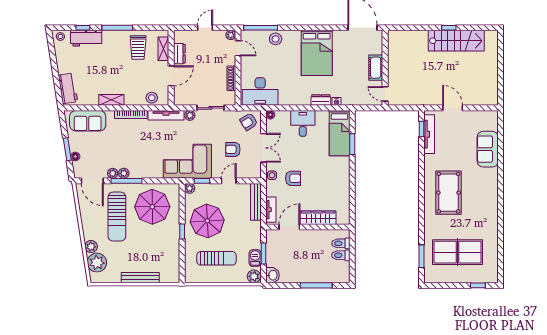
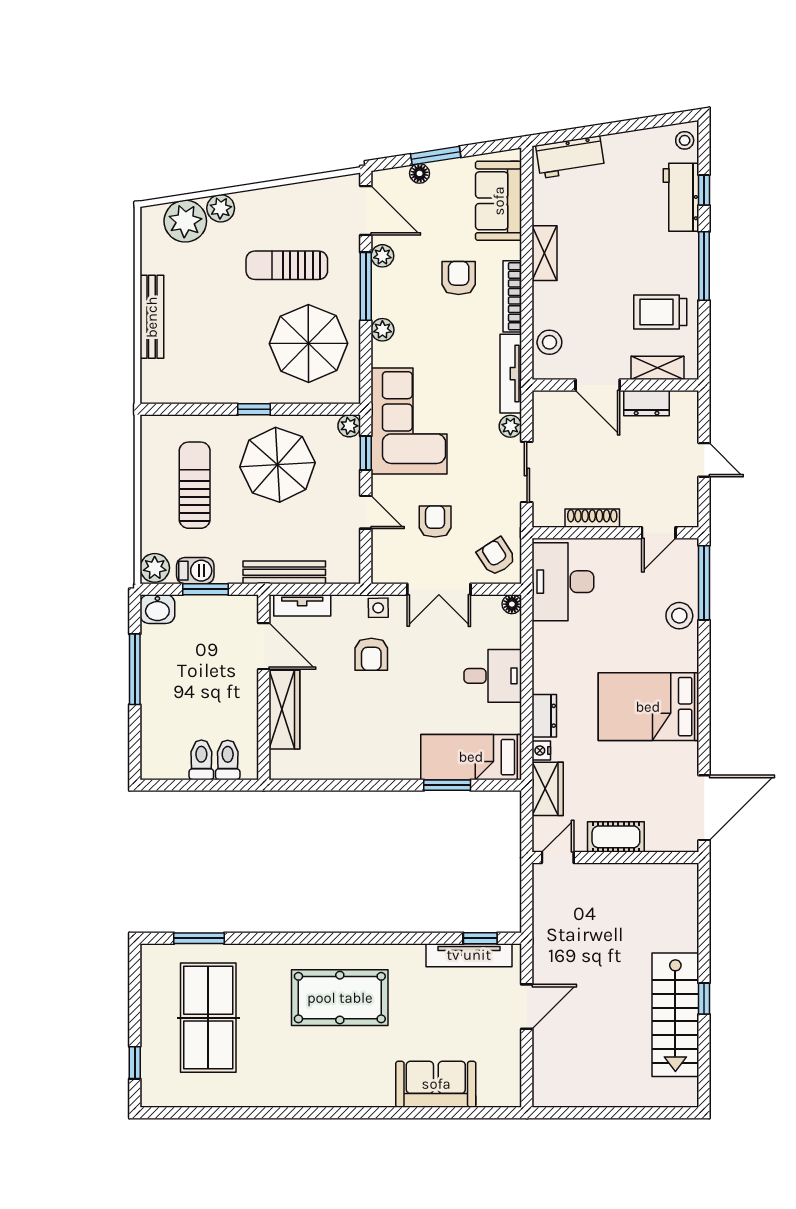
plant: (231, 35) -> (688, 517), removed
wardrobe: (354, 98) -> (548, 789), added
armchair: (123, 139) -> (459, 278), added
plant: (124, 173) -> (382, 330), moved
door: (92, 181) -> (366, 211), swing flipped
bench: (256, 202) -> (284, 572), moved
sun lounger: (117, 217) -> (287, 265), width x0.73, depth x0.75
sun lounger: (216, 258) -> (195, 485), turned 180
window: (316, 285) -> (135, 669), moved

